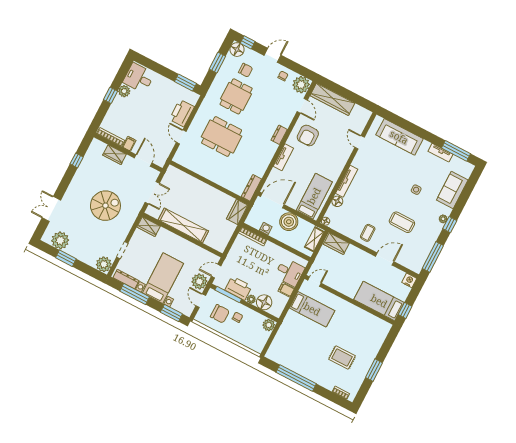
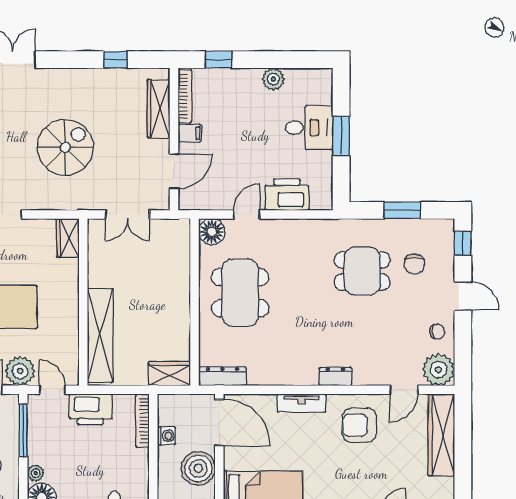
floor lamp: (237, 50) -> (212, 232), moved
desk: (139, 78) -> (309, 128), moved, turned 90
window: (185, 83) -> (341, 136), moved
window: (110, 95) -> (219, 60), moved
dining table: (222, 137) -> (240, 293), moved
wardrobe: (115, 155) -> (159, 109), width x1.50
spiral stairs: (105, 206) -> (65, 147), turned -90
shelving: (183, 225) -> (100, 336), moved
printer: (238, 288) -> (91, 409), moved, turned 90

